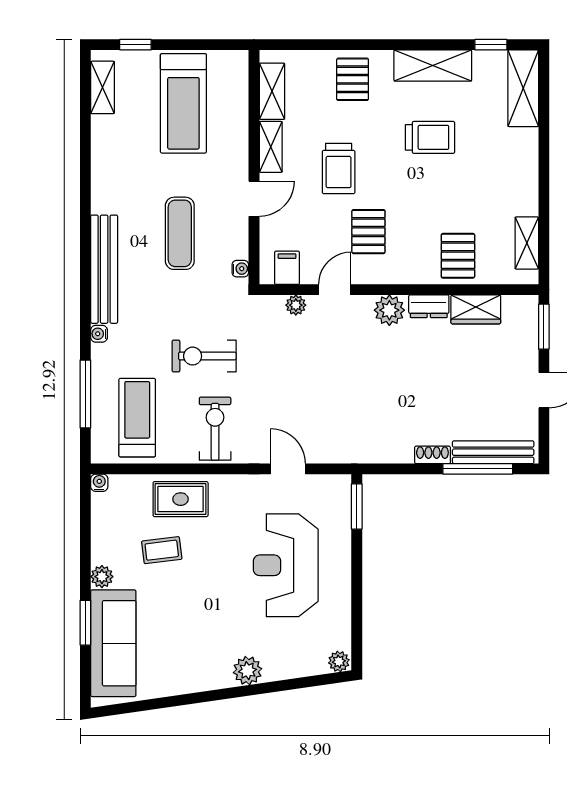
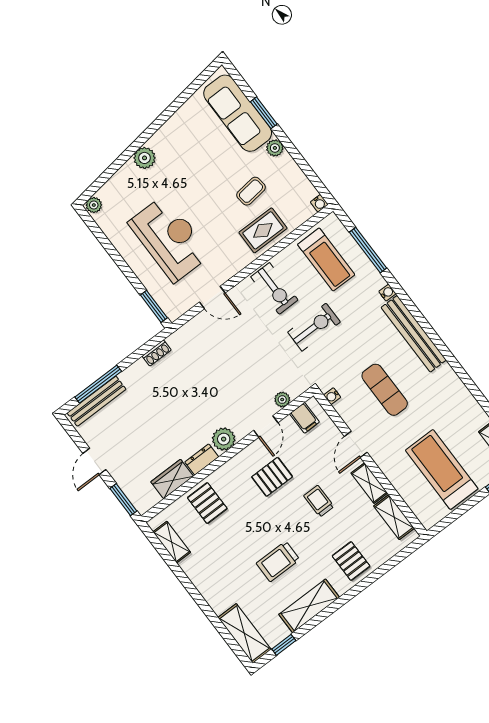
trolley: (339, 168) -> (319, 501), width x0.73, depth x0.72
pallet: (368, 232) -> (272, 477), turned 90
shoe rack: (432, 455) -> (157, 353), moved

